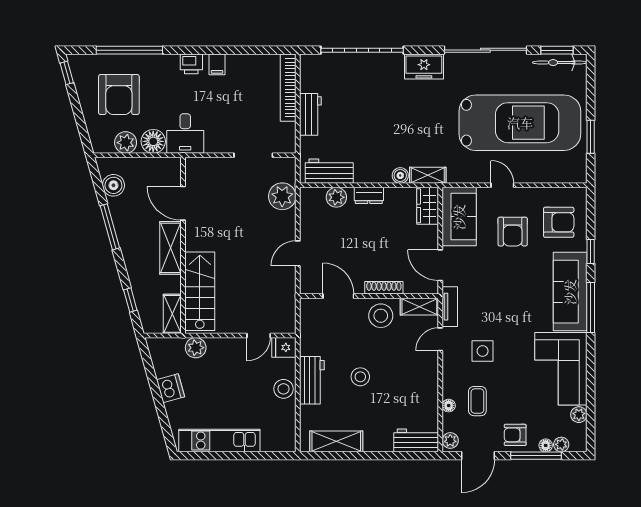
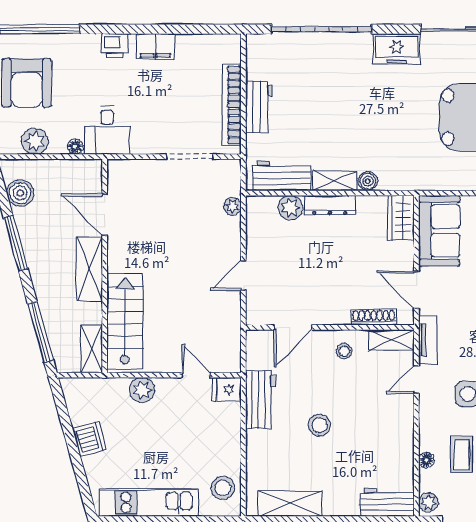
filing cabinet: (217, 64) -> (155, 46), width x2.00
bookcase: (288, 88) -> (232, 105), moved
floor lamp: (153, 141) -> (75, 147), width x0.53, depth x0.53
shelving: (428, 175) -> (334, 181), moved
dresser: (369, 195) -> (330, 205), width x1.44
plant: (282, 196) -> (232, 206), width x0.53, depth x0.53
shoe rack: (384, 288) -> (374, 317), moved
door: (338, 296) -> (293, 327), swing flipped
window: (130, 300) -> (41, 332), width x2.17
stool: (381, 316) -> (344, 351), width x0.53, depth x0.53
door: (259, 336) -> (196, 375), swing flipped
plant: (196, 348) -> (142, 390), moved
workbench: (312, 380) -> (261, 400), moved
stool: (284, 389) -> (223, 488), moved

